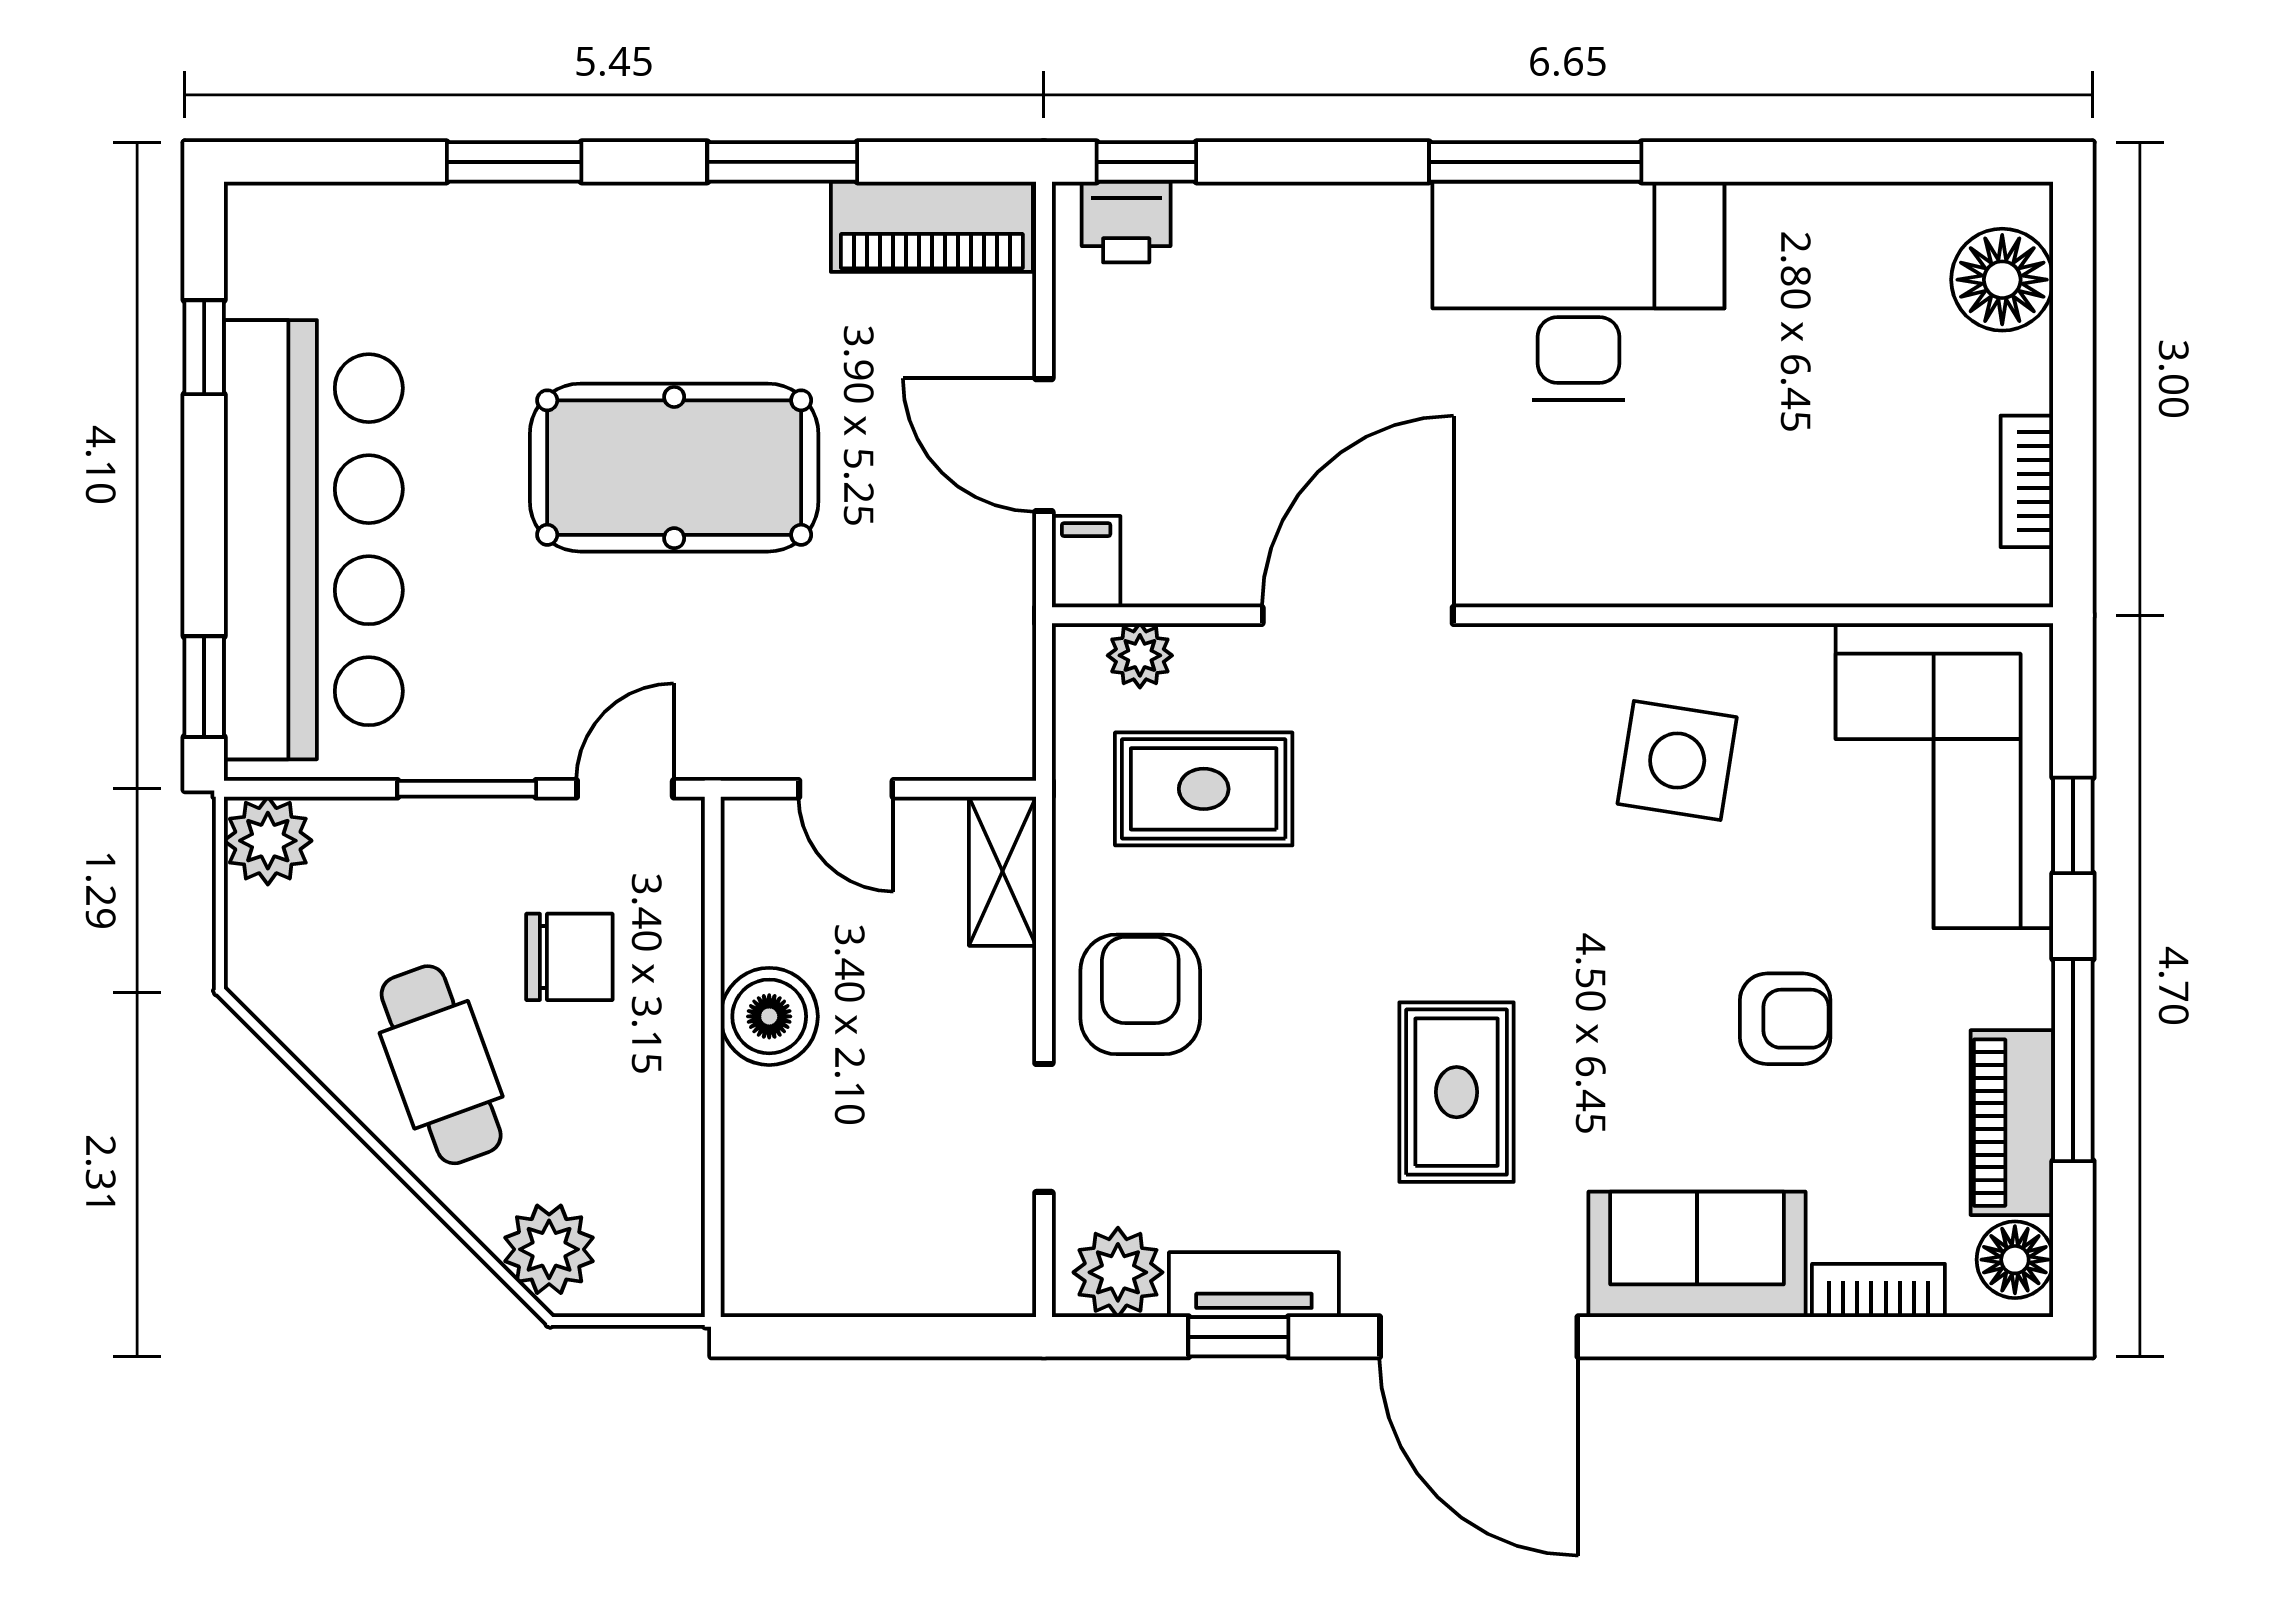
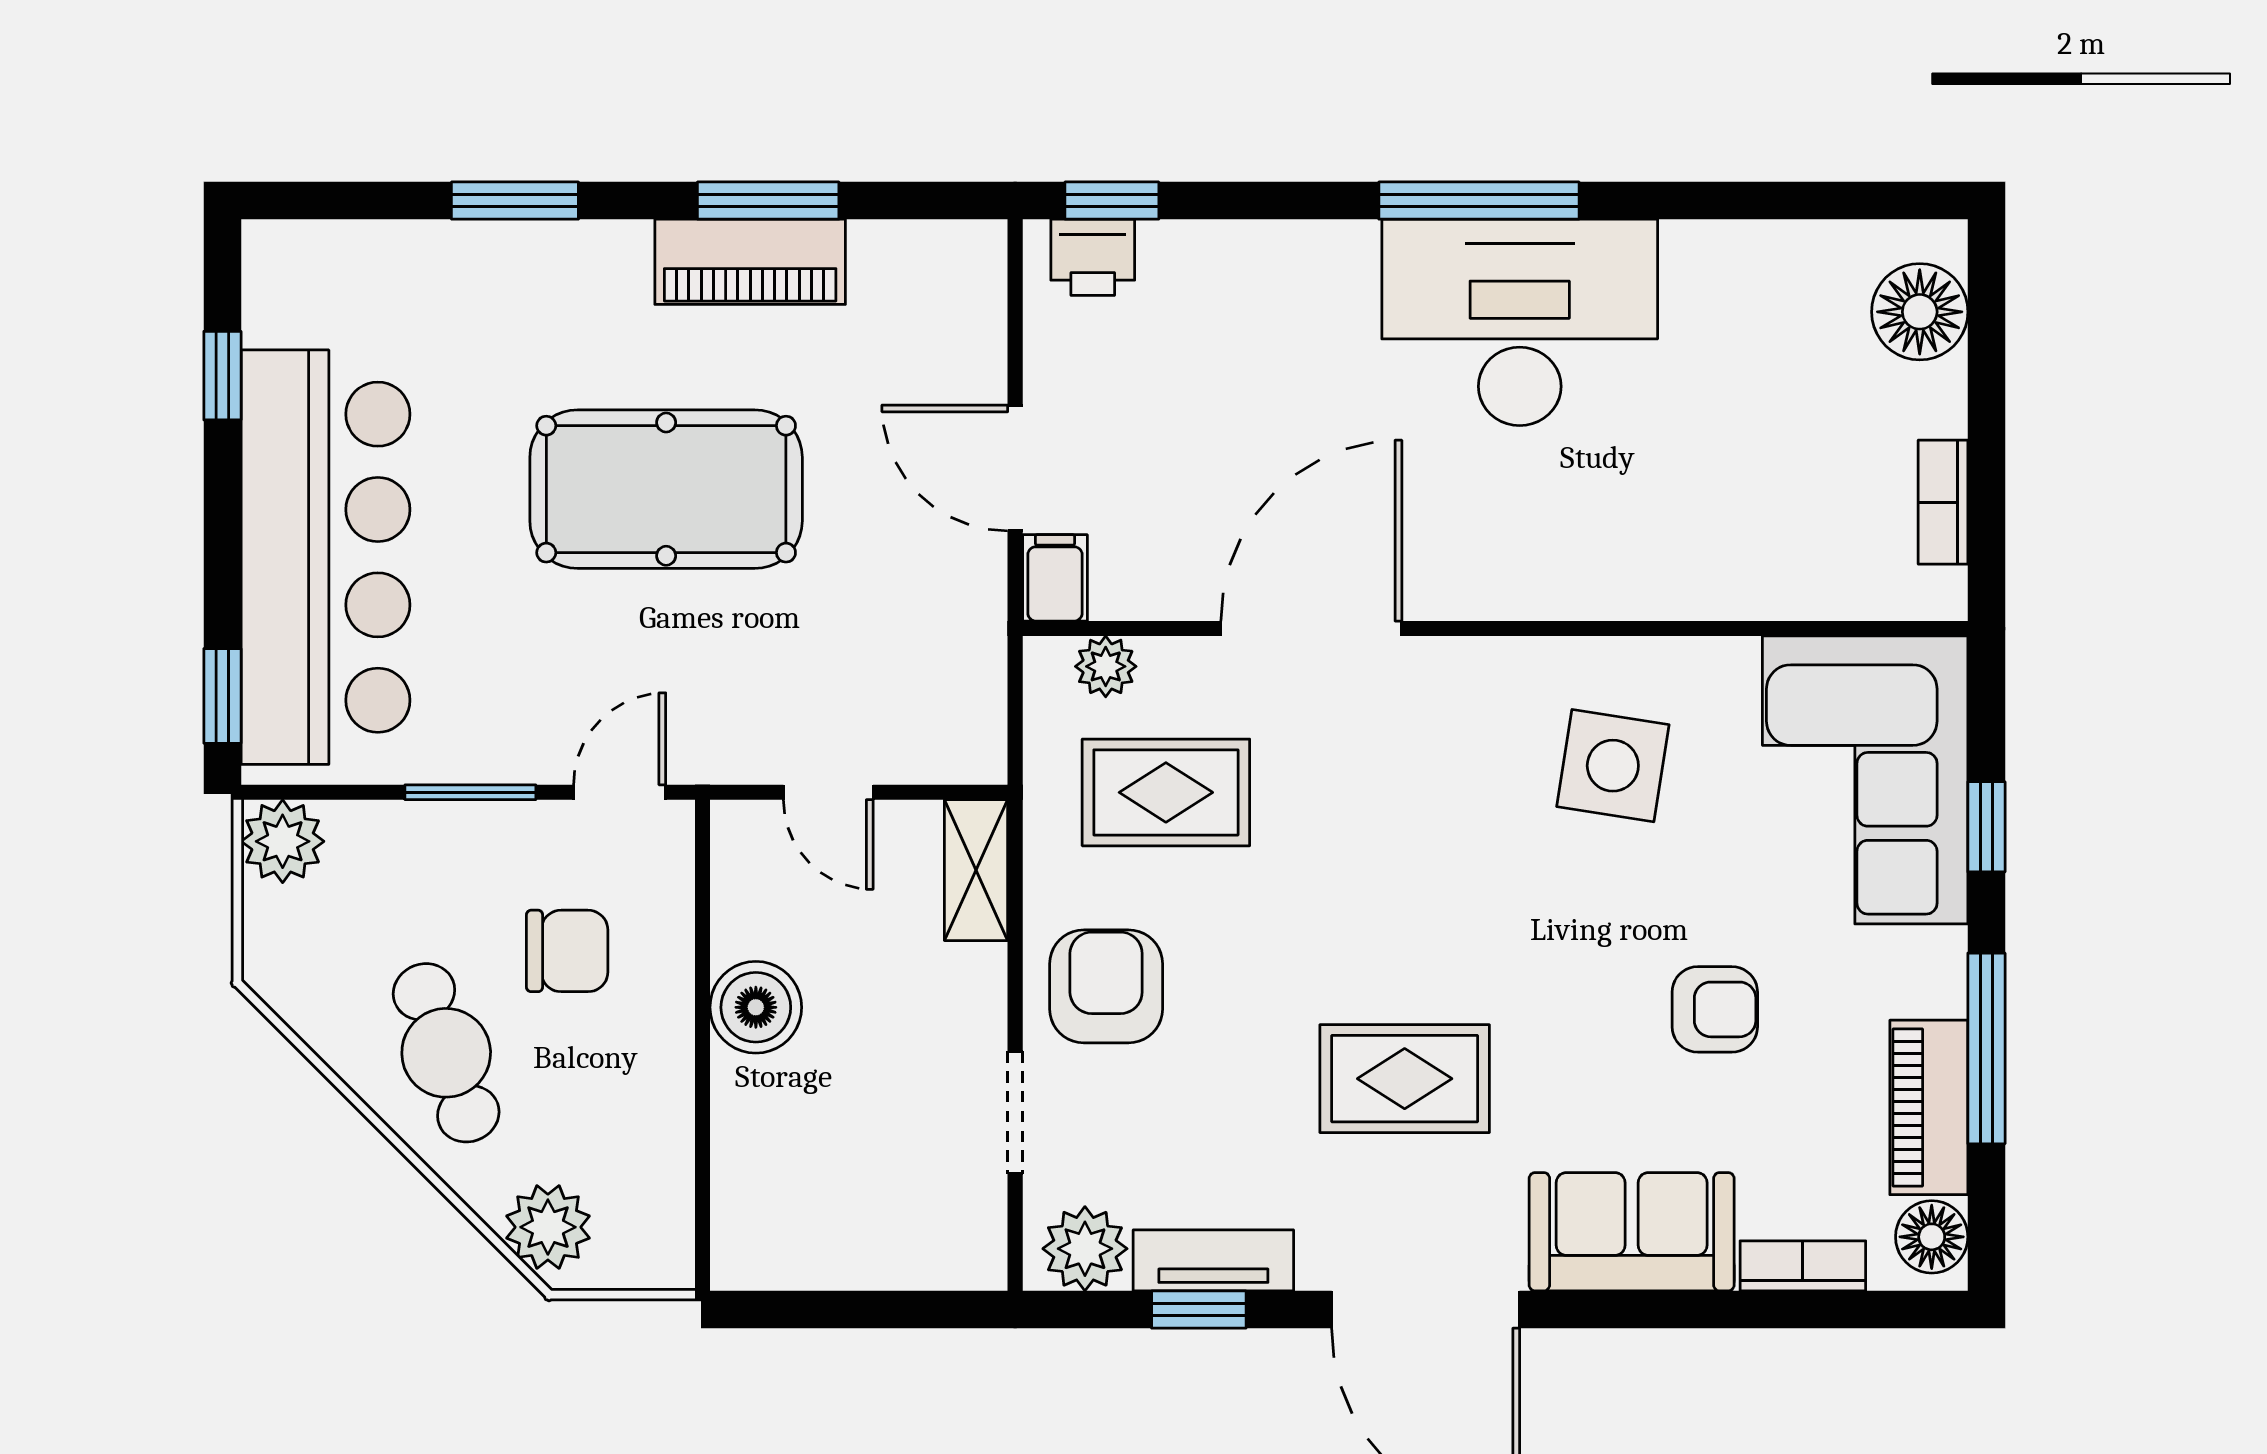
piano: (932, 227) -> (750, 262), moved
rug: (1457, 1092) -> (1405, 1079), turned 90

